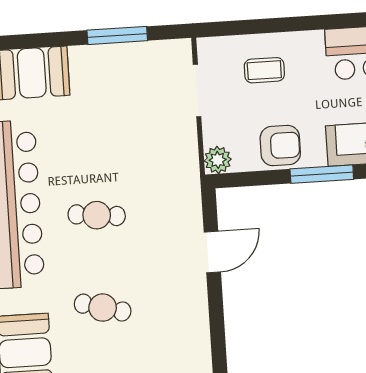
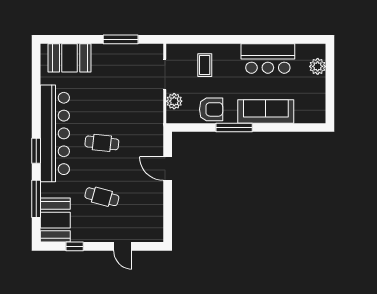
coffee table: (264, 70) -> (205, 65), turned 90
plant: (218, 160) -> (174, 101), moved
door: (212, 252) -> (168, 169), swing flipped

